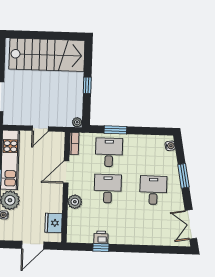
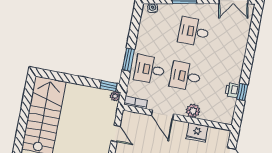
window: (87, 85) -> (108, 86), moved
fridge: (54, 223) -> (197, 132), moved

